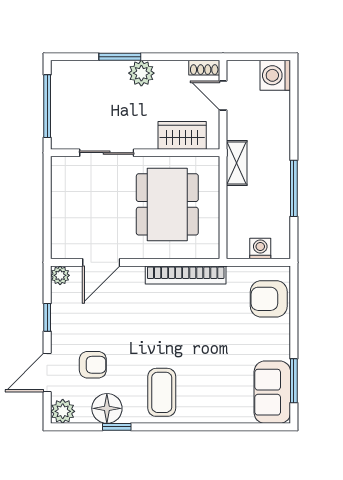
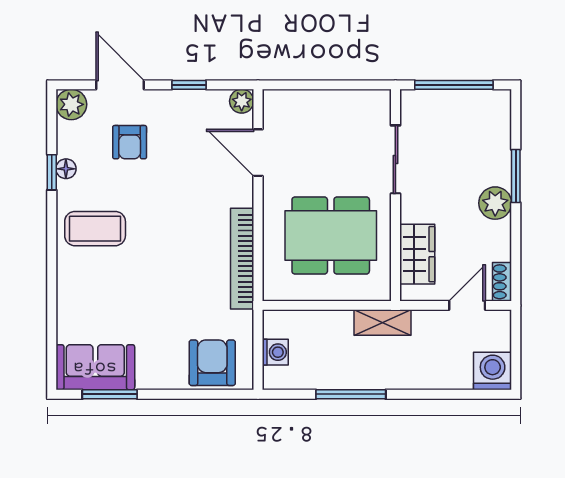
floor lamp: (107, 408) -> (66, 169), width x0.53, depth x0.53

